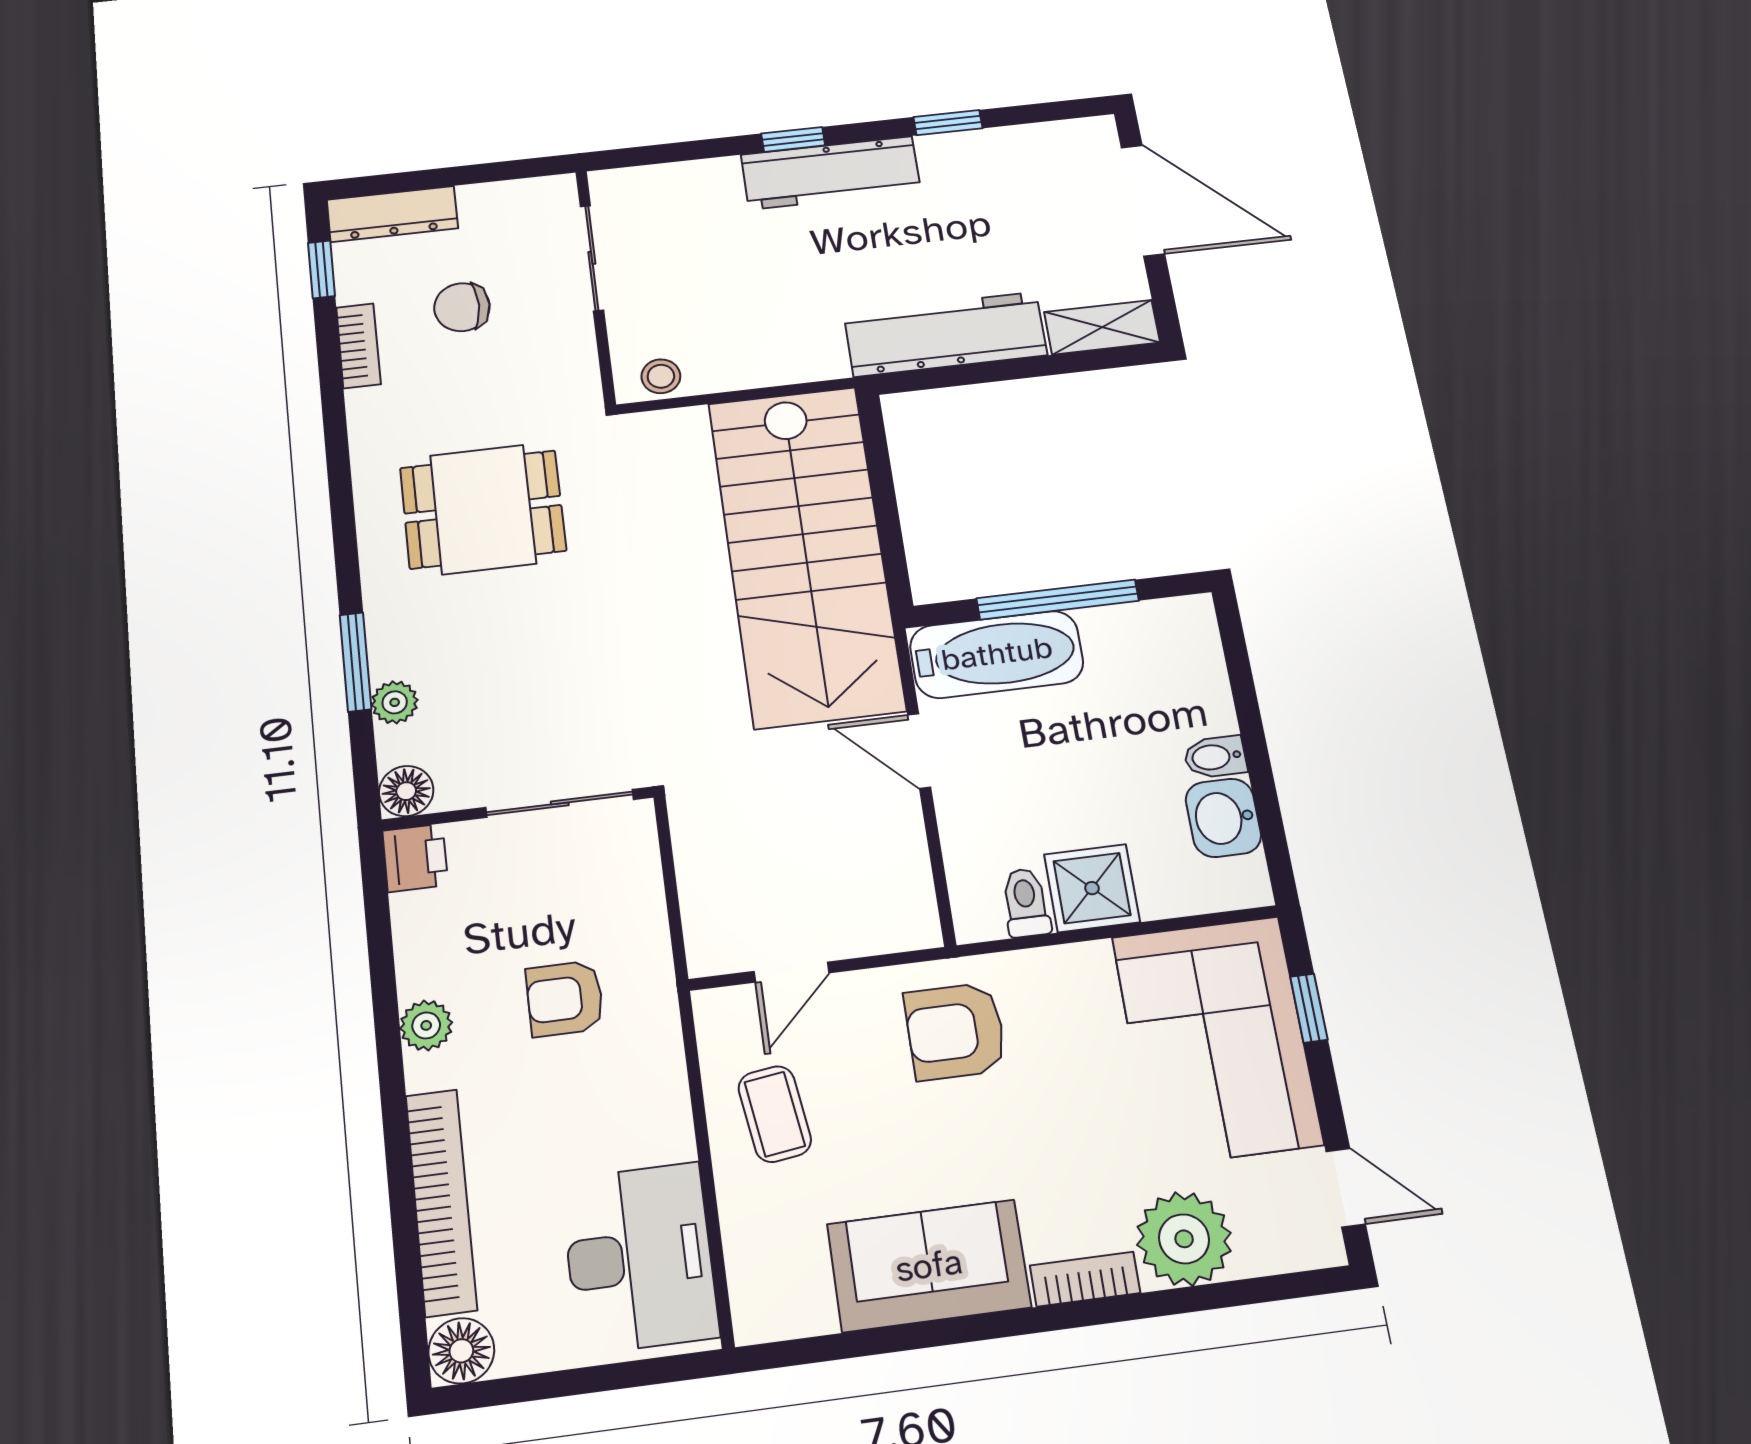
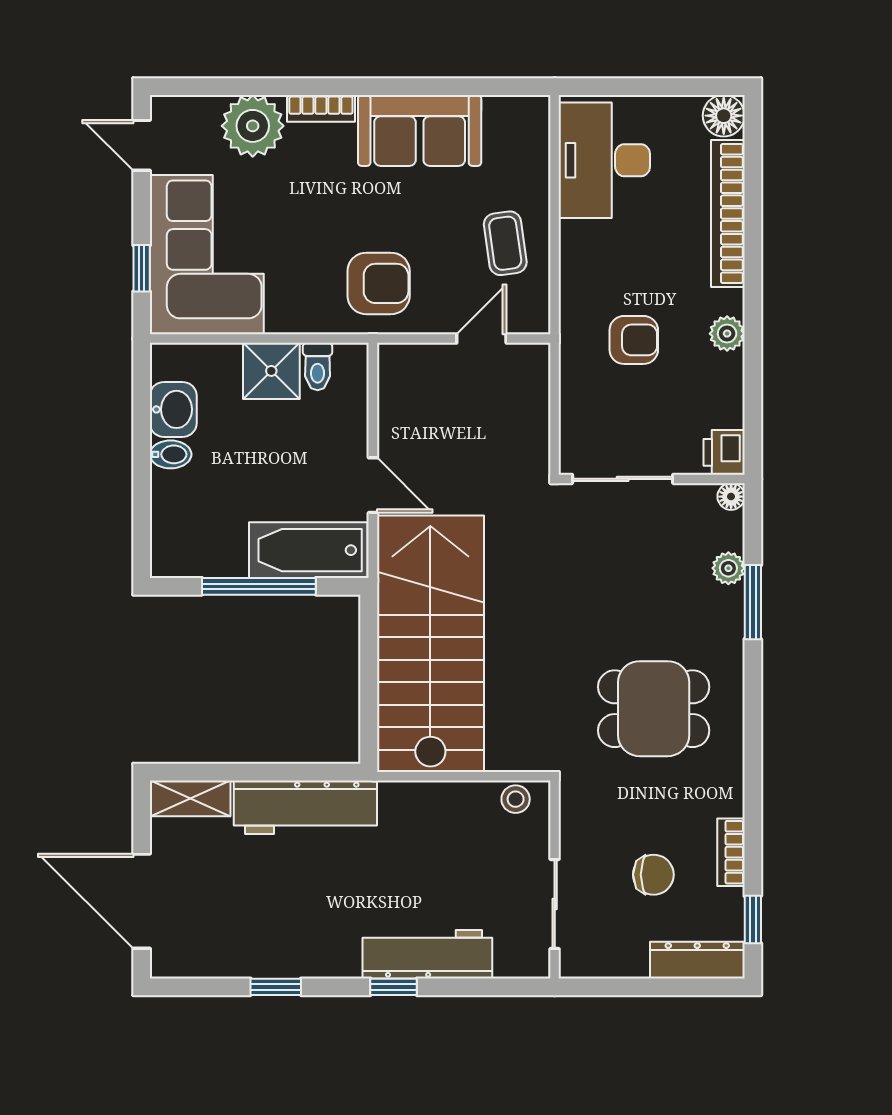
workbench: (831, 173) -> (427, 954), moved
floor lamp: (406, 791) -> (731, 497), width x0.73, depth x0.73

